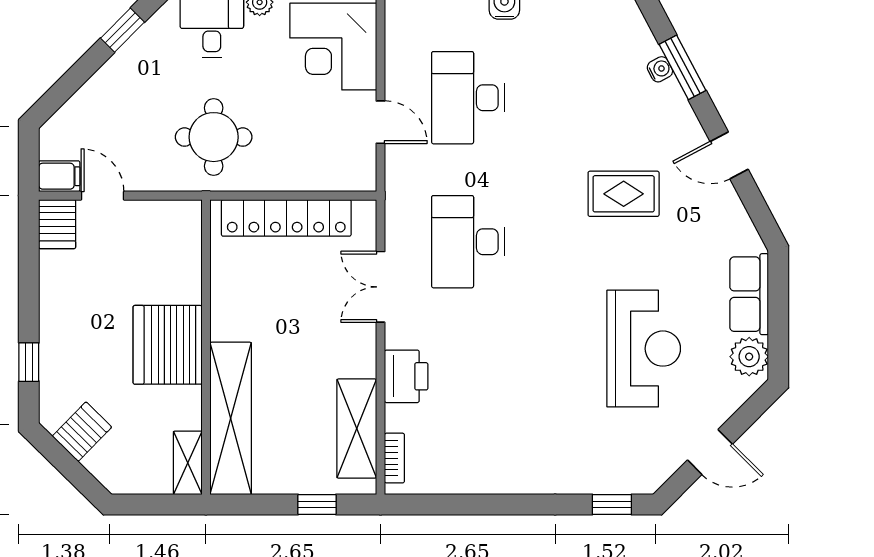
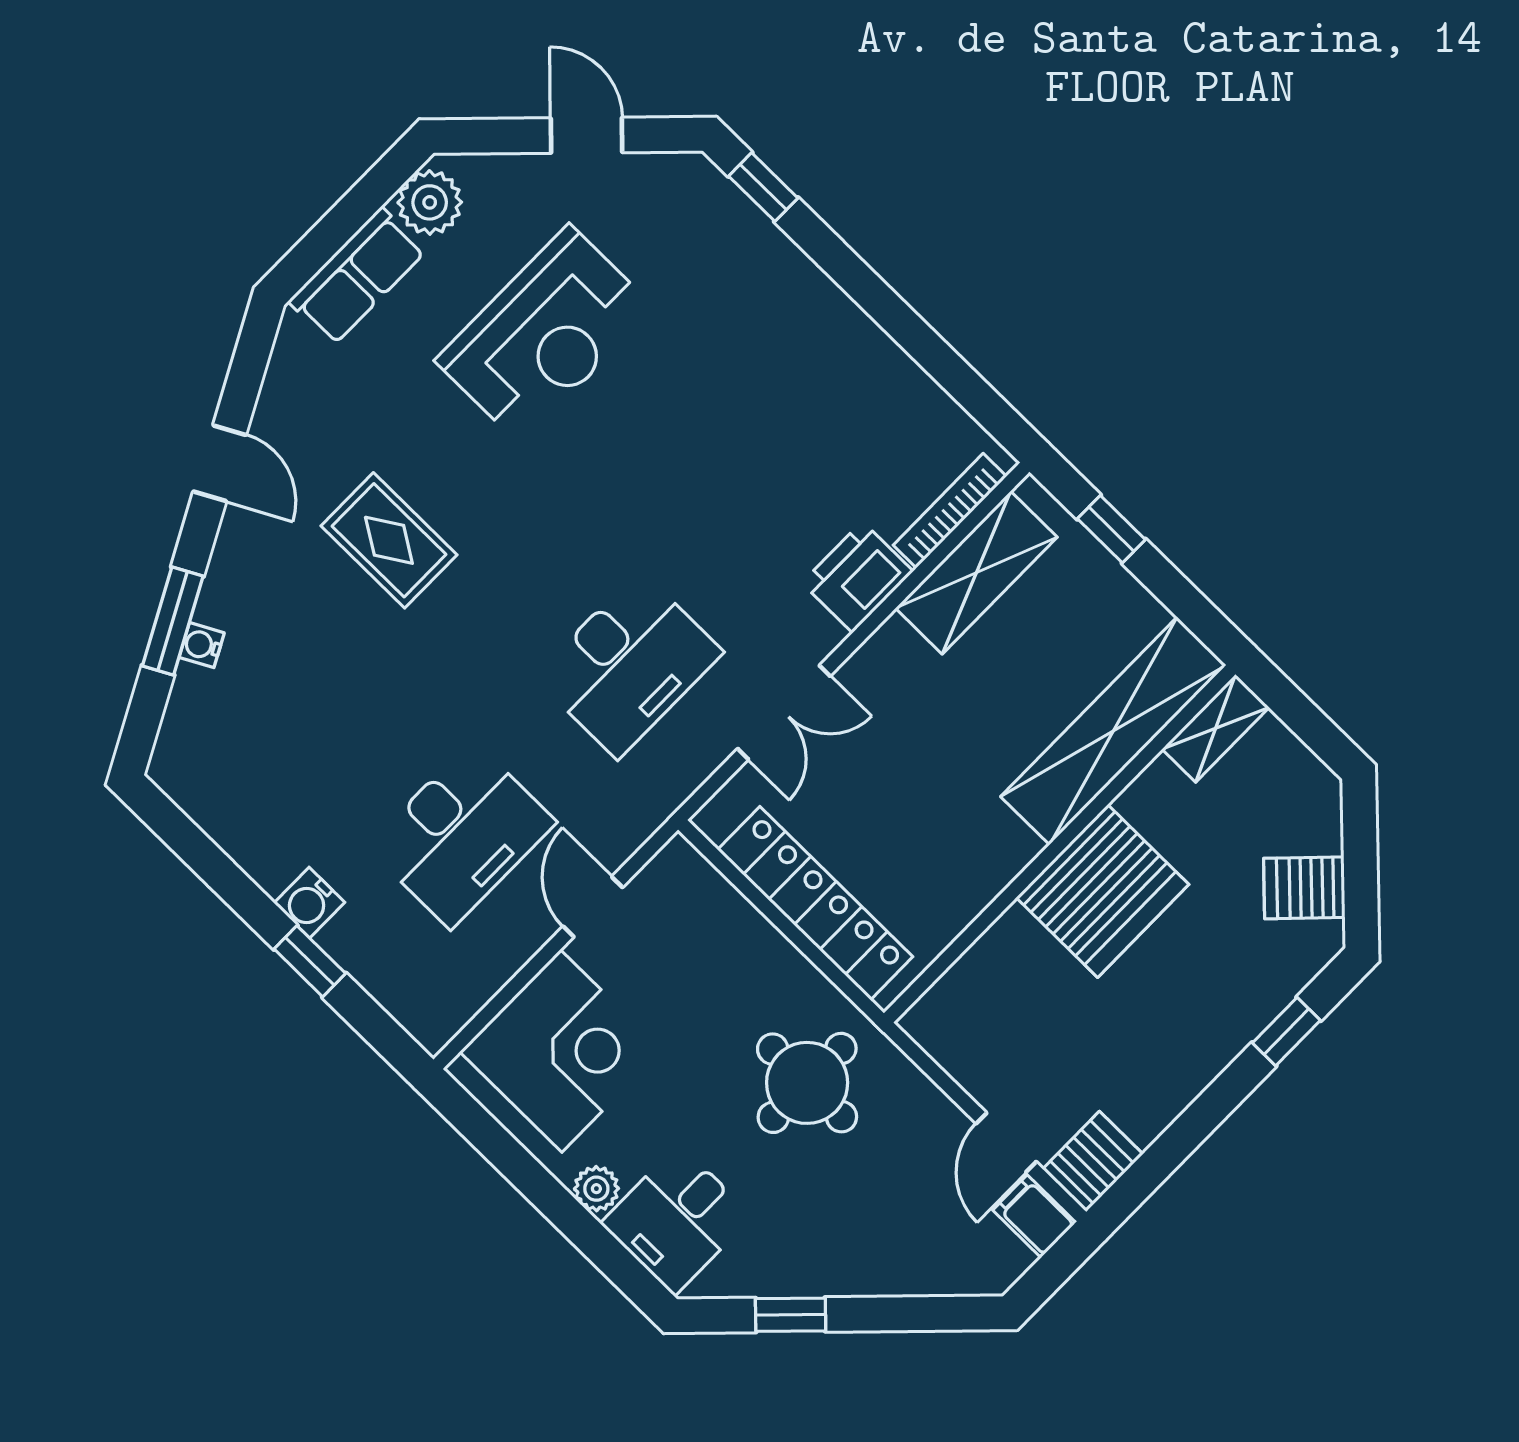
reception desk: (644, 349) -> (545, 334), turned 180
bookcase: (394, 458) -> (950, 511), width x1.56

